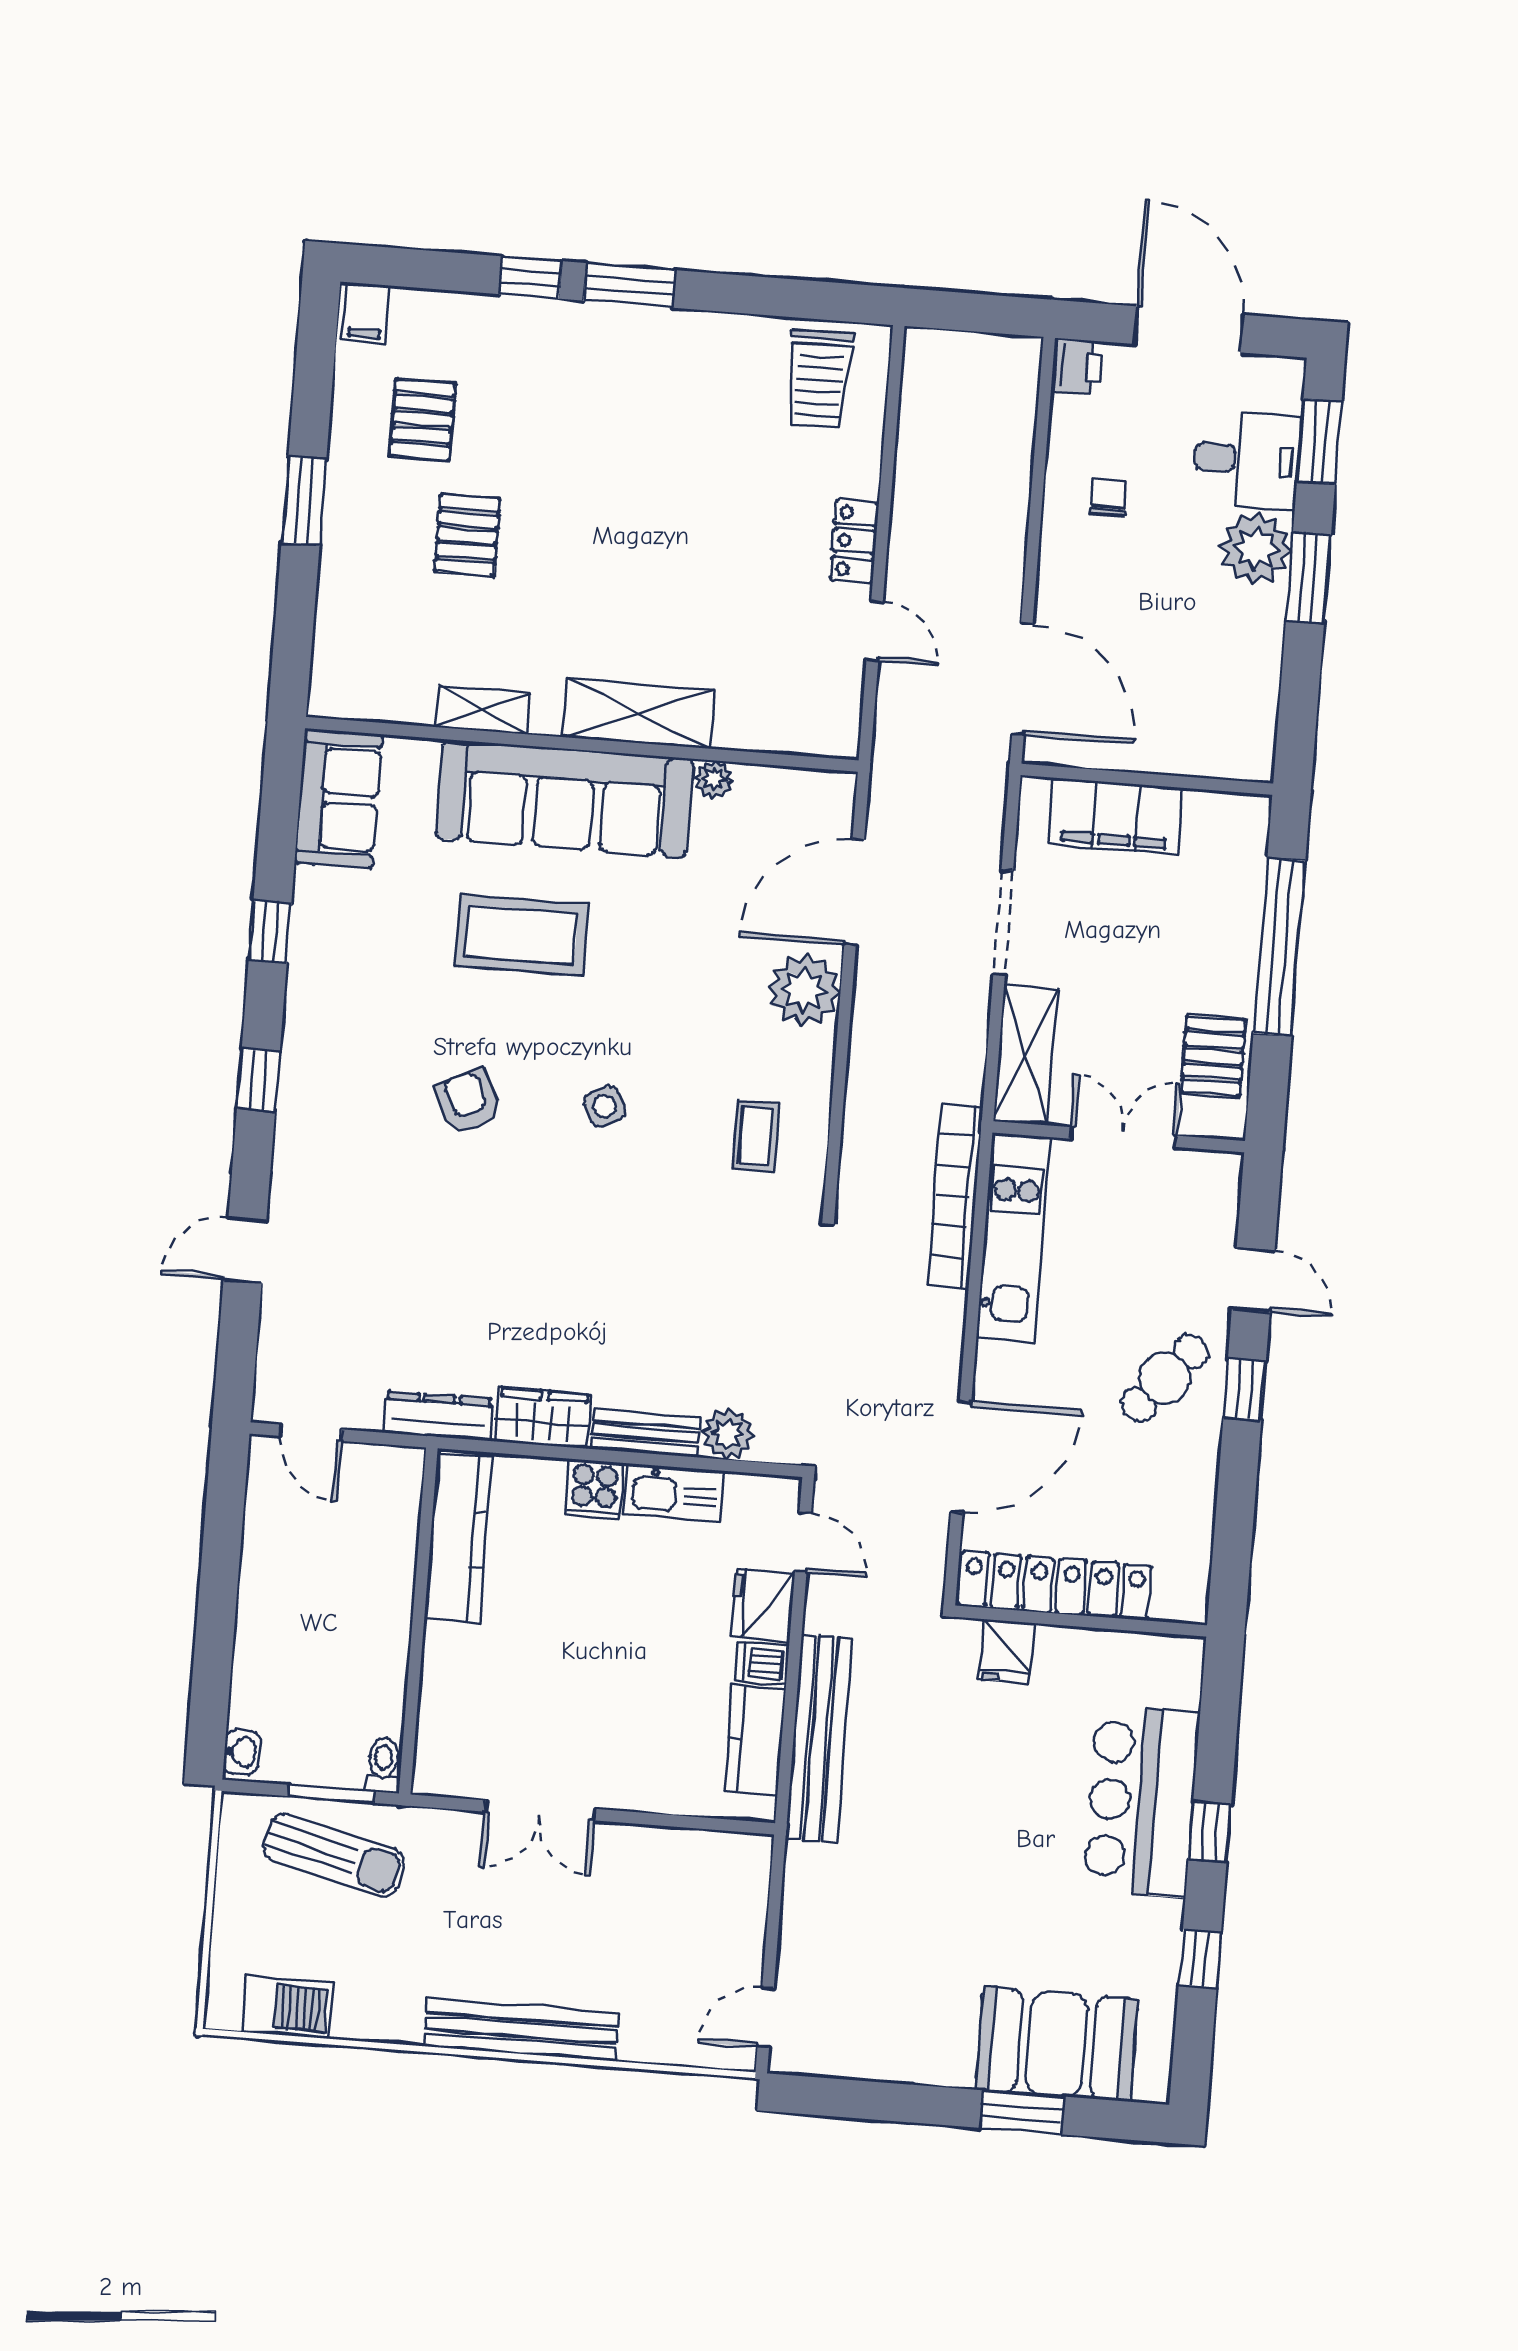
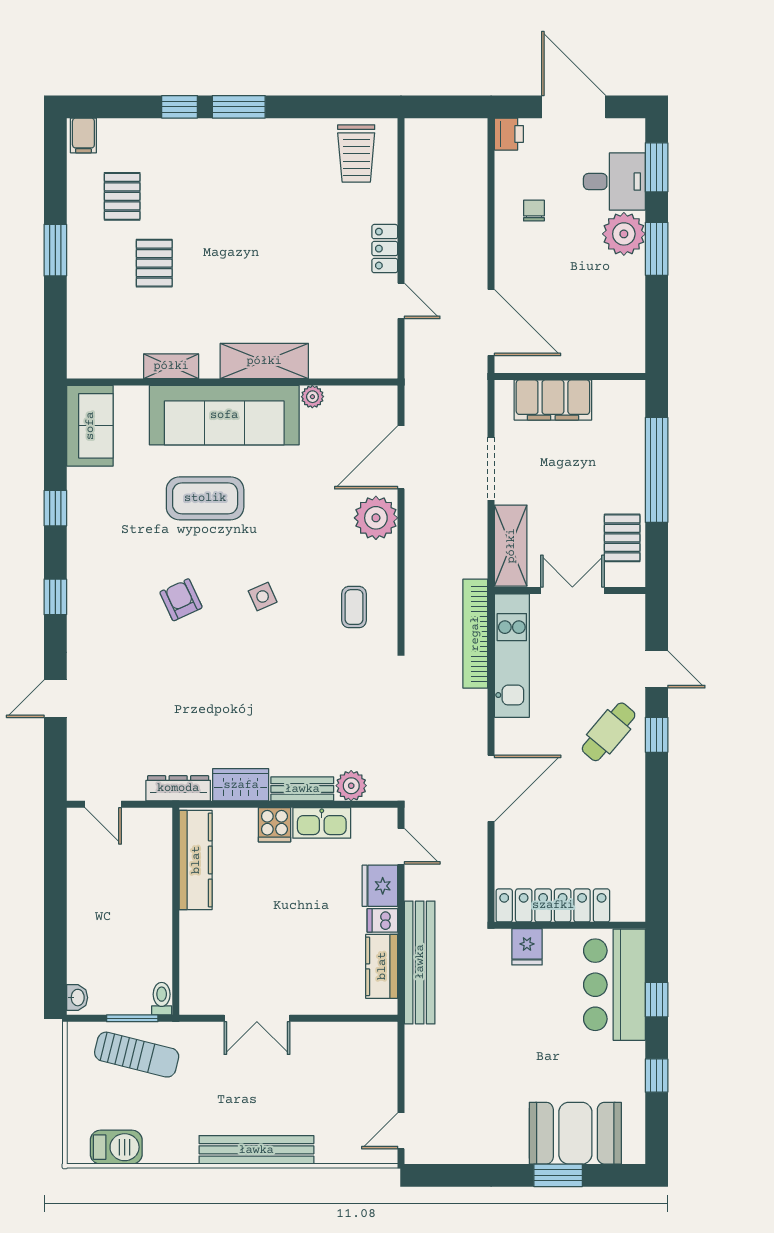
locker: (1055, 1586) -> (553, 905), moved
wall: (1081, 1621) -> (570, 925), moved
fridge: (1006, 1651) -> (527, 947), moved

